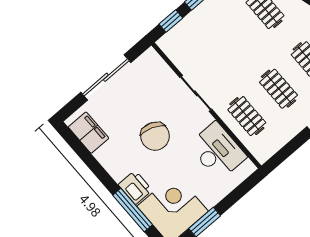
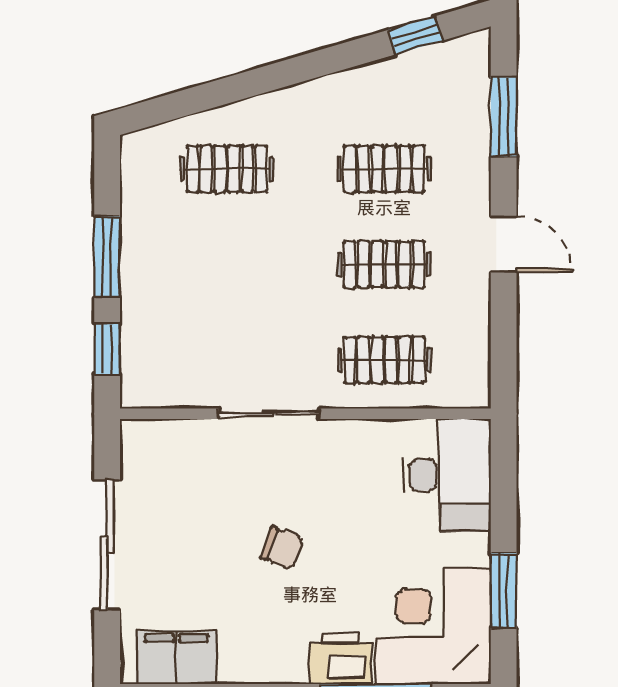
chair: (155, 136) -> (282, 548), width x0.54, depth x0.54
desk: (217, 151) -> (447, 475), moved, turned 90

